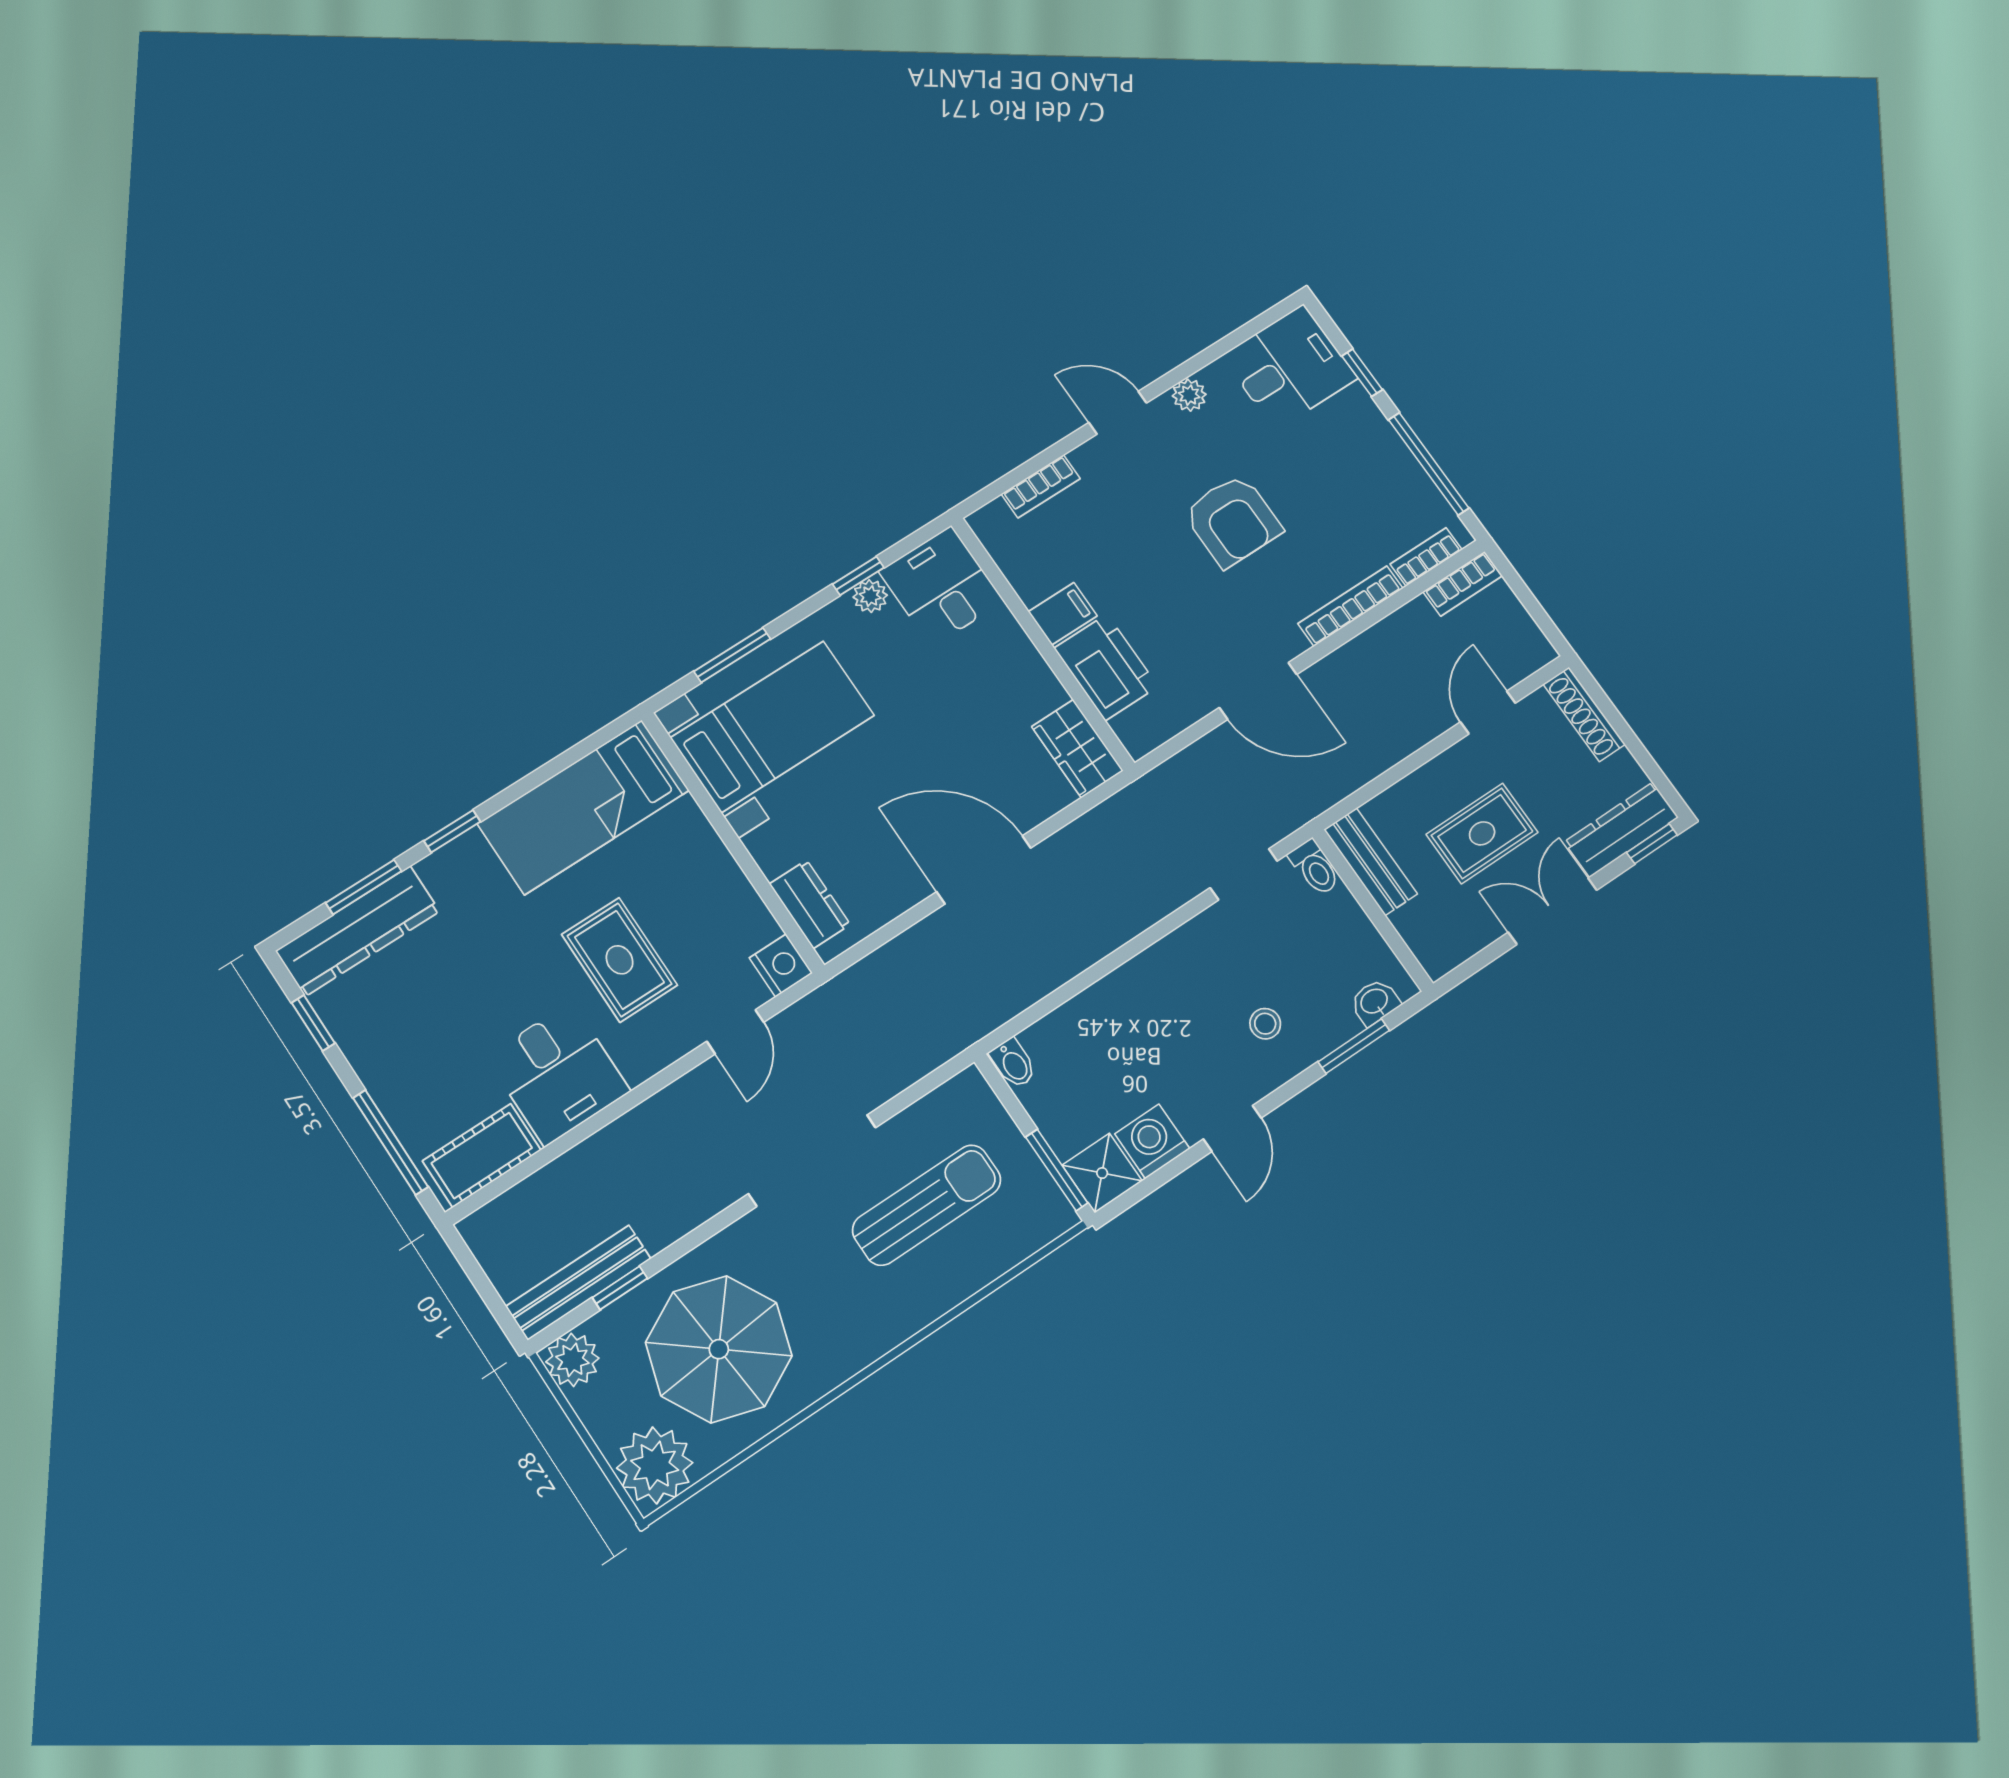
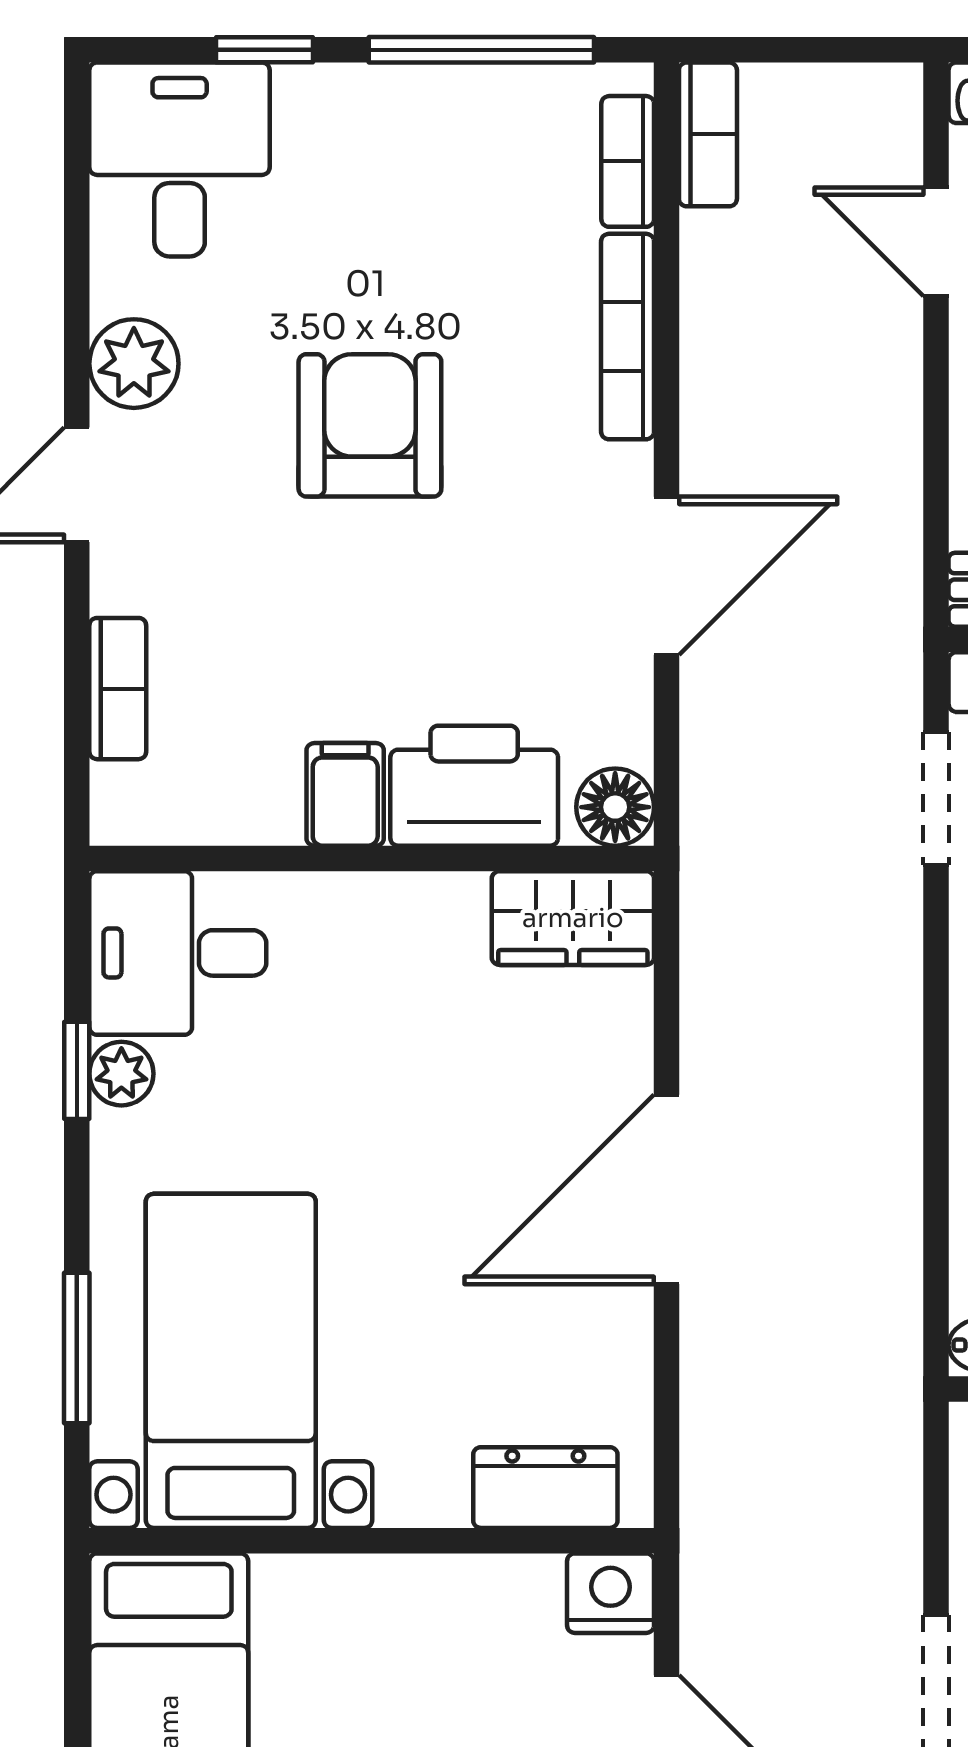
plant: (1189, 395) -> (134, 364), width x1.38, depth x1.38
armchair: (1233, 521) -> (370, 425), turned -90
floor lamp: (1140, 735) -> (615, 807), added

